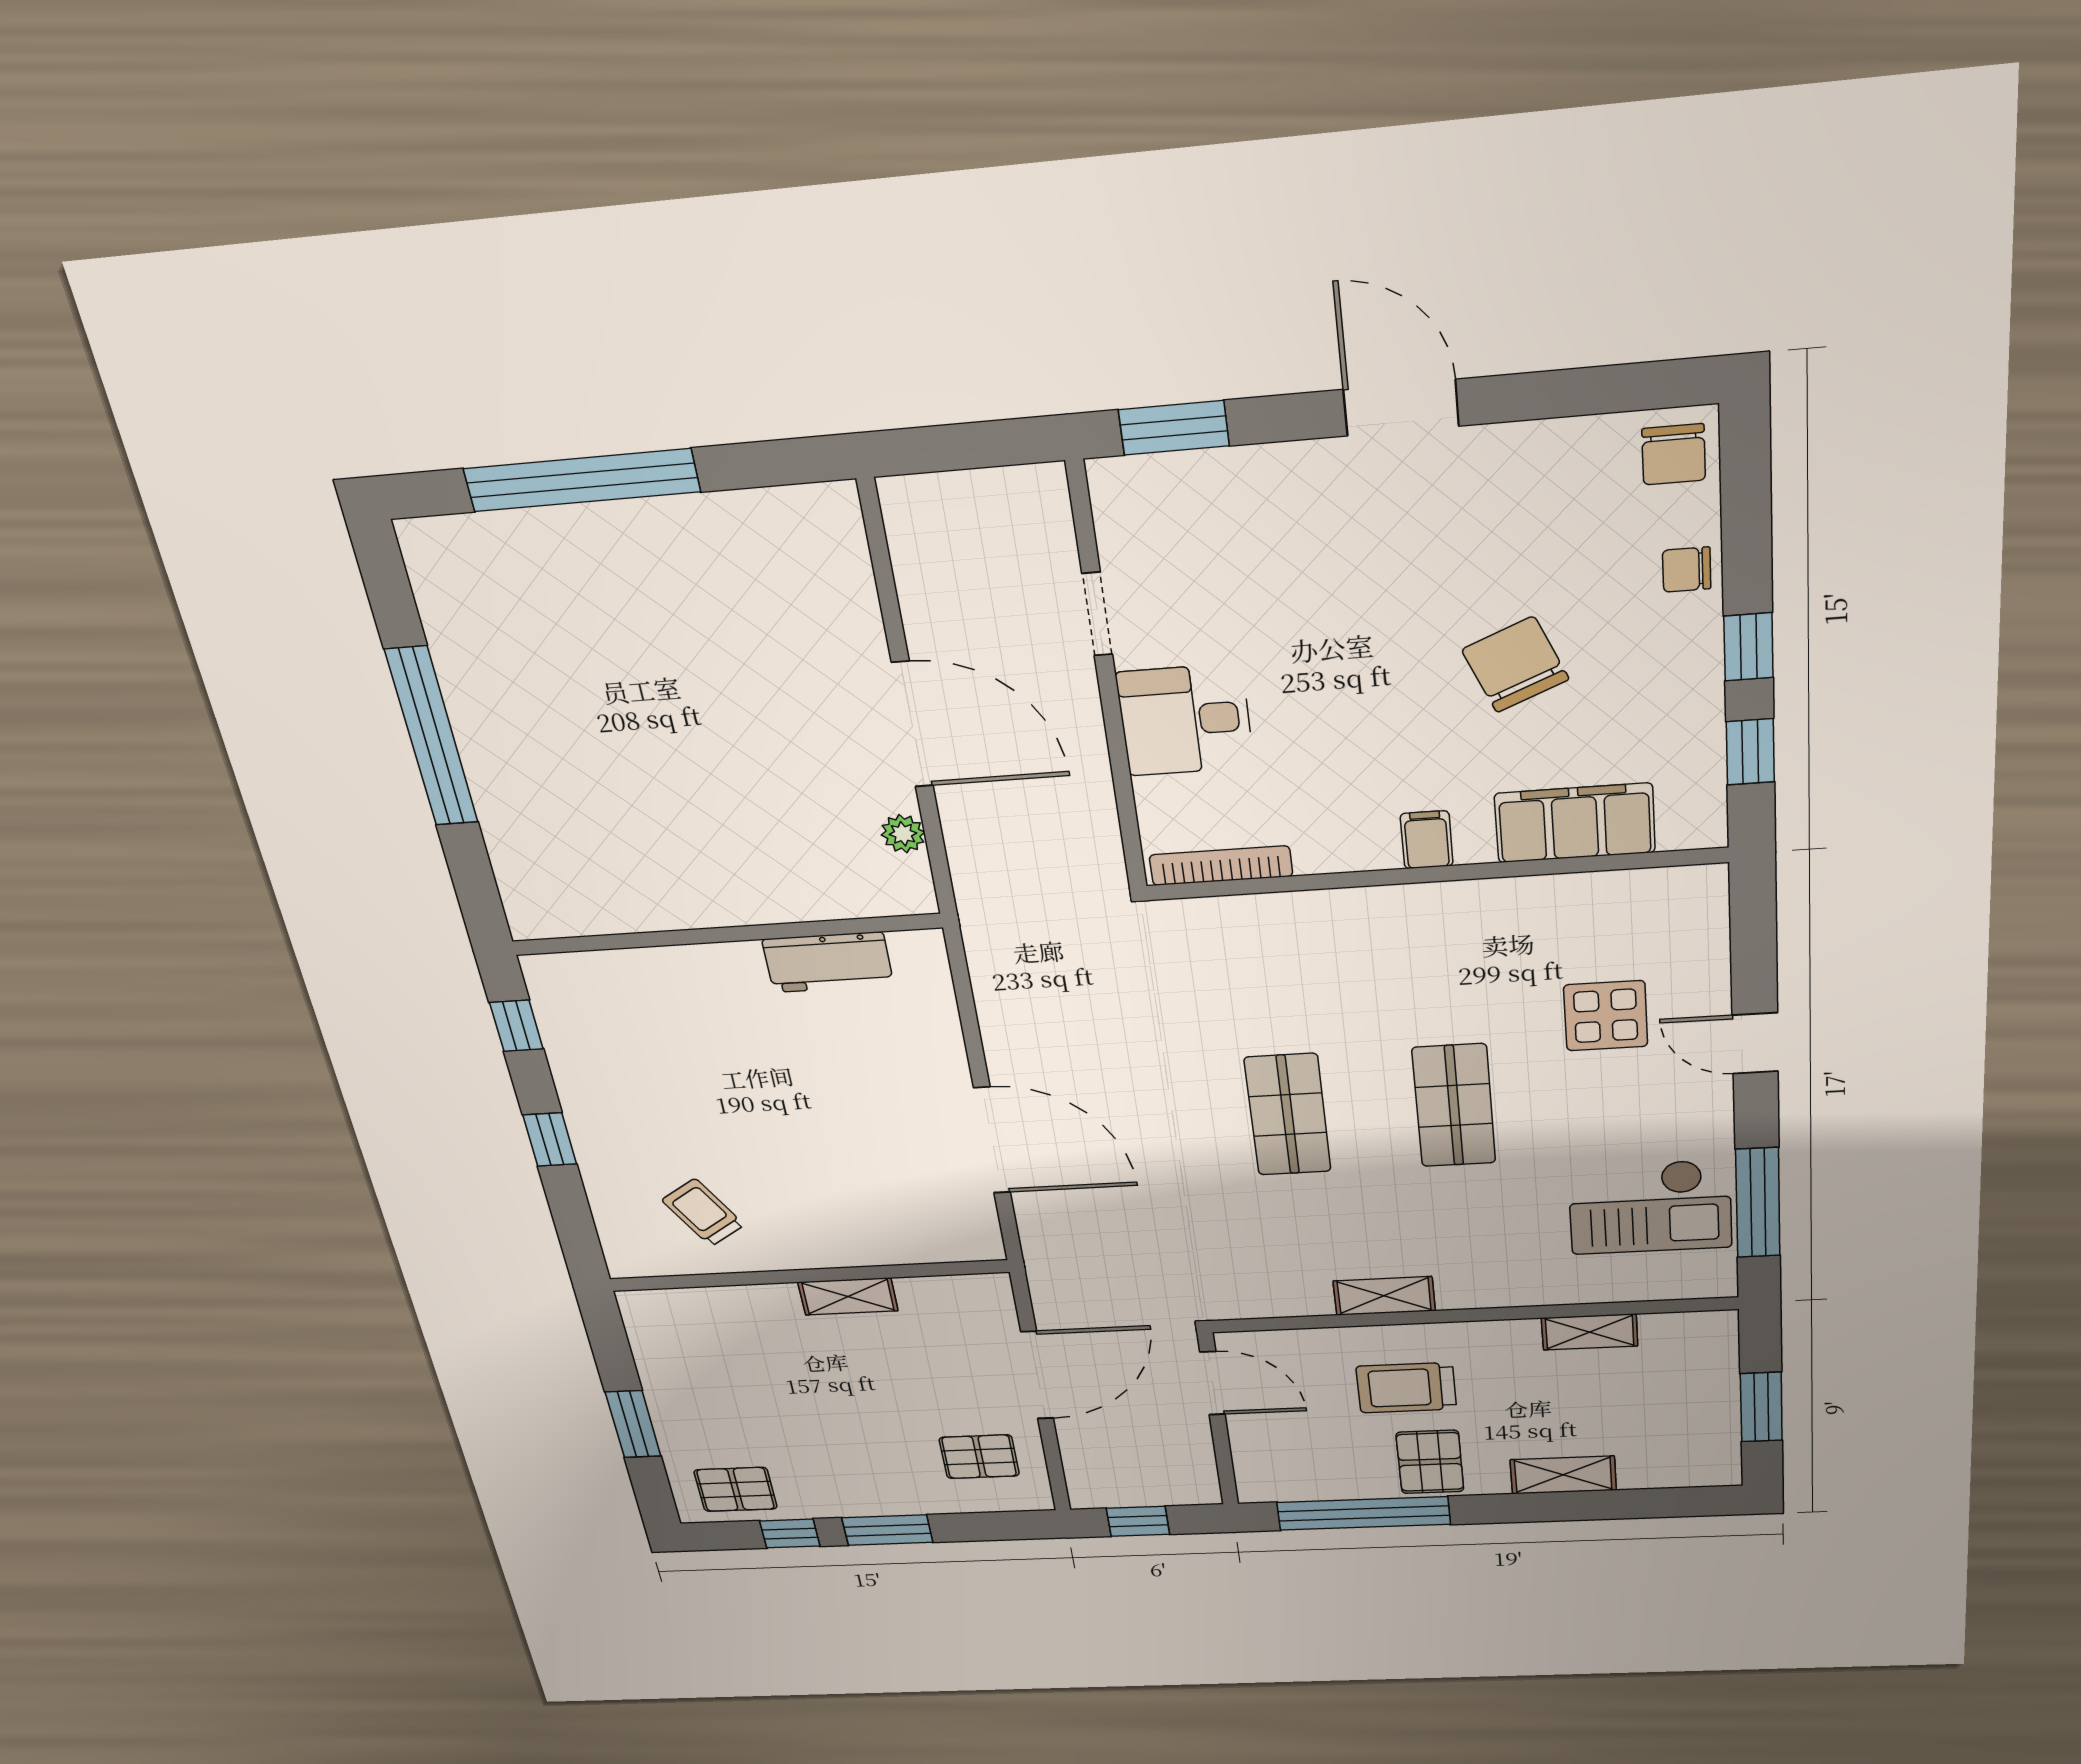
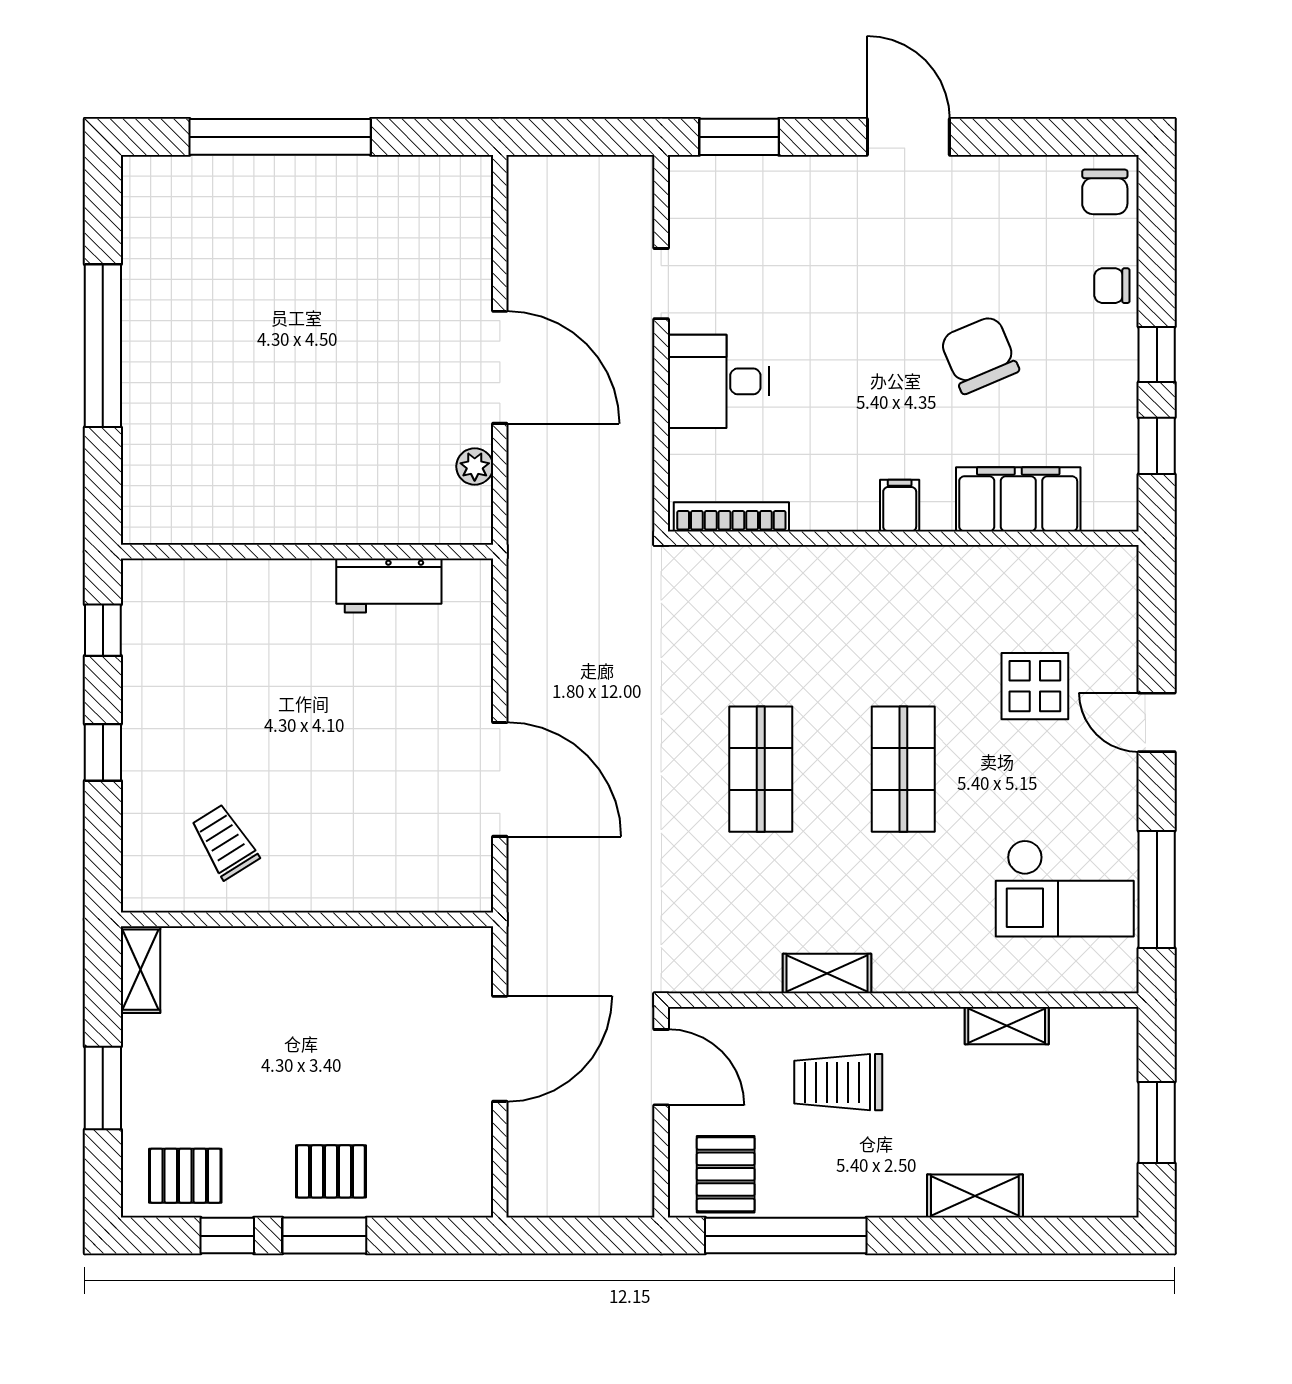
shelving: (848, 1296) -> (140, 970), moved, turned 90
pallet: (979, 1457) -> (331, 1171), moved
pallet: (1430, 1462) -> (726, 1174), moved
window: (1138, 1521) -> (570, 1236), removed

